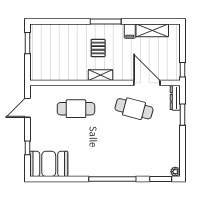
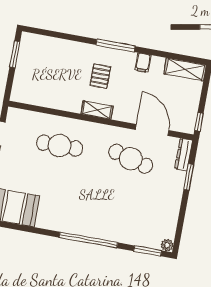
shelving: (152, 30) -> (185, 69), moved

